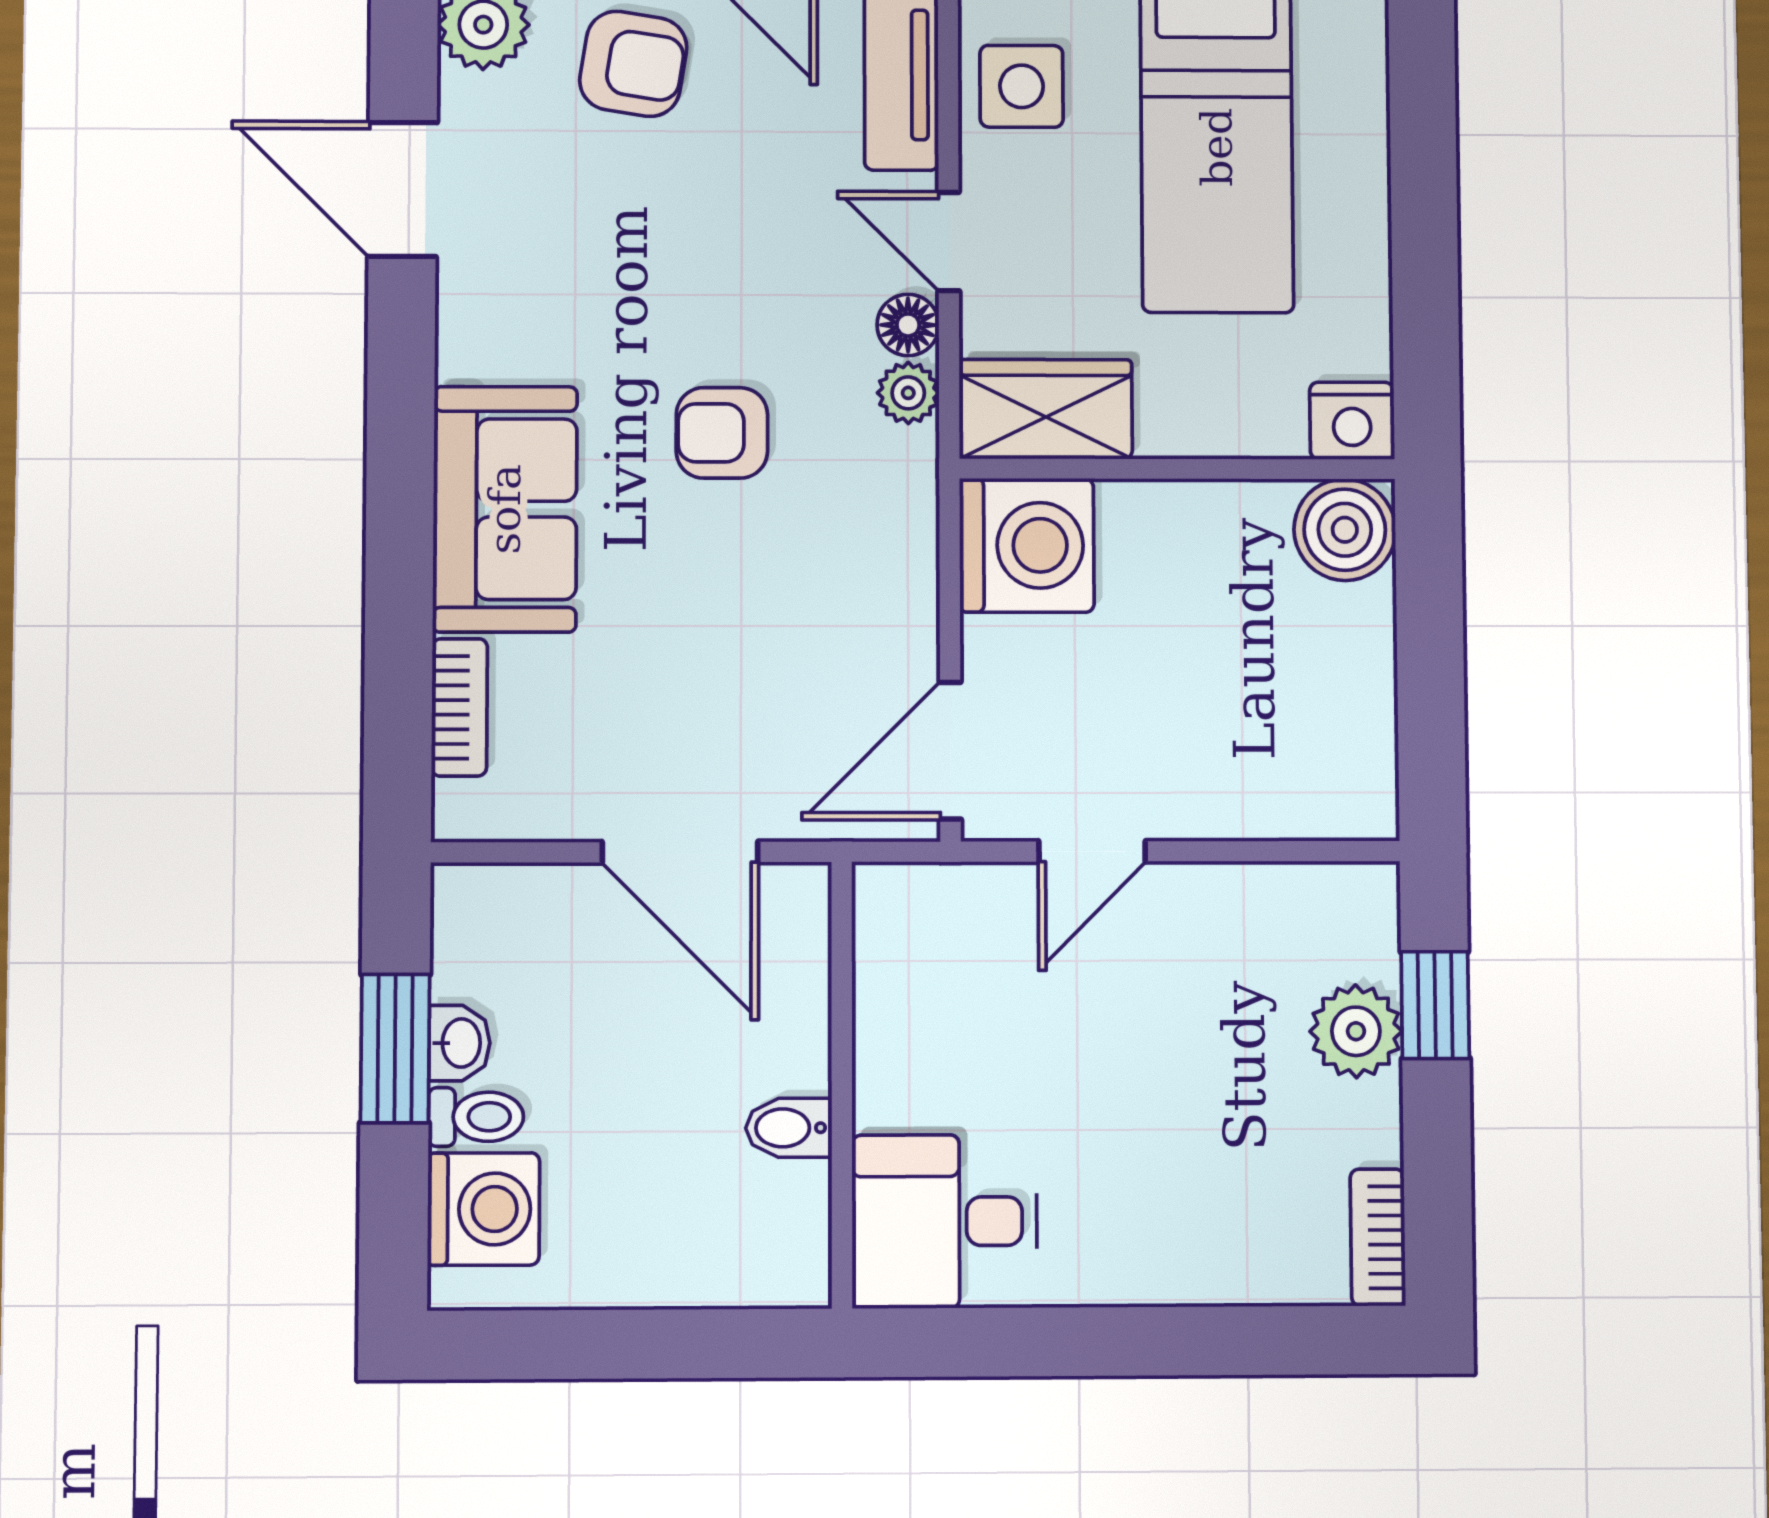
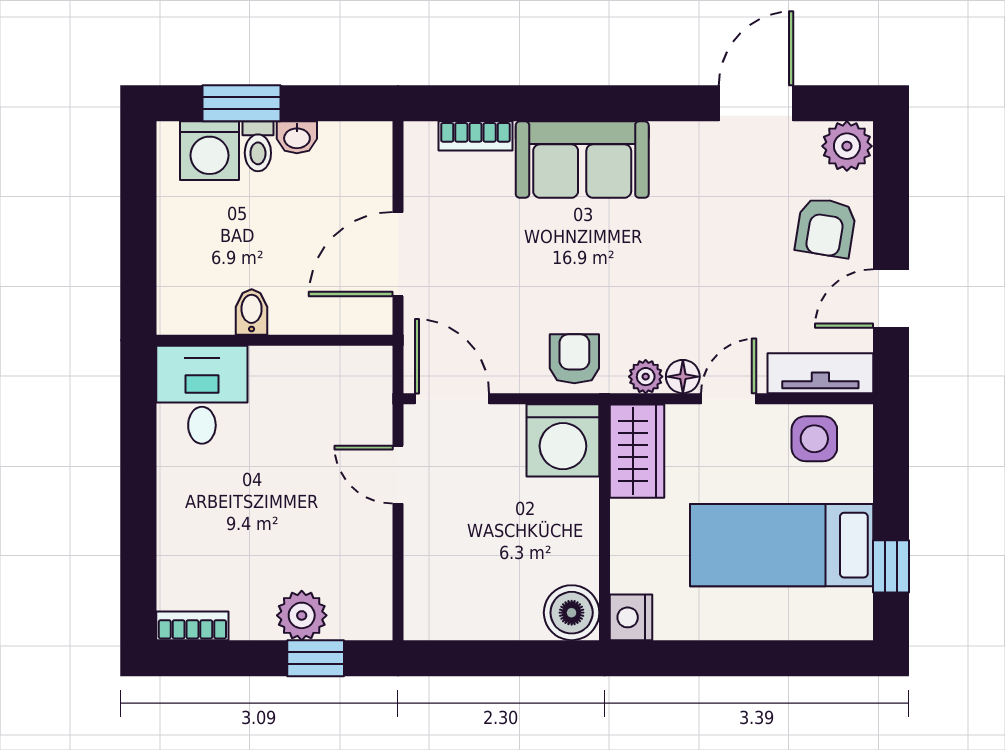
armchair: (722, 433) -> (574, 359), moved
window: (395, 1049) -> (242, 103), moved

